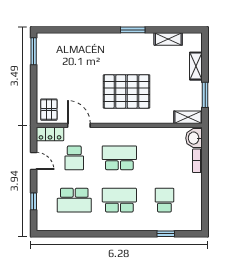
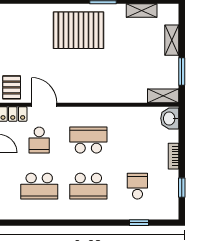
pallet: (127, 91) -> (78, 30), moved
bookcase: (197, 161) -> (173, 156), moved
school desk: (119, 200) -> (88, 186), turned 180
window: (205, 202) -> (182, 188), added

